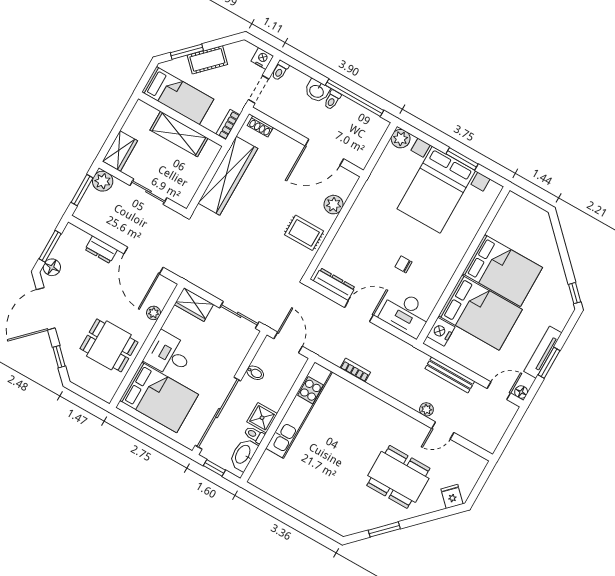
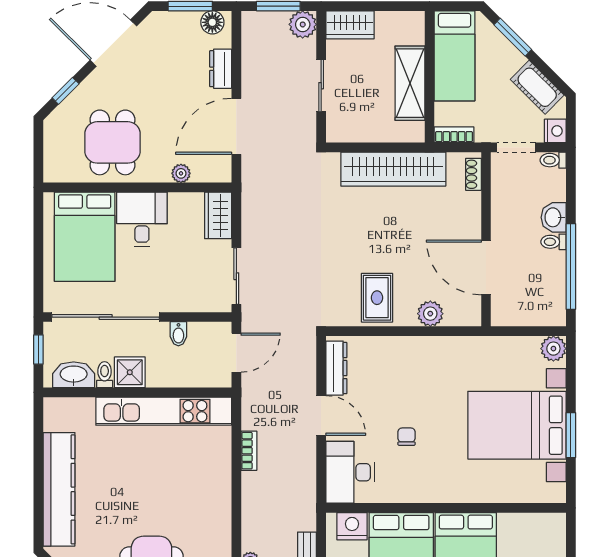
cot: (207, 60) -> (537, 87), moved
floor lamp: (52, 267) -> (212, 22), moved
kitchen counter: (311, 505) -> (59, 489), added

